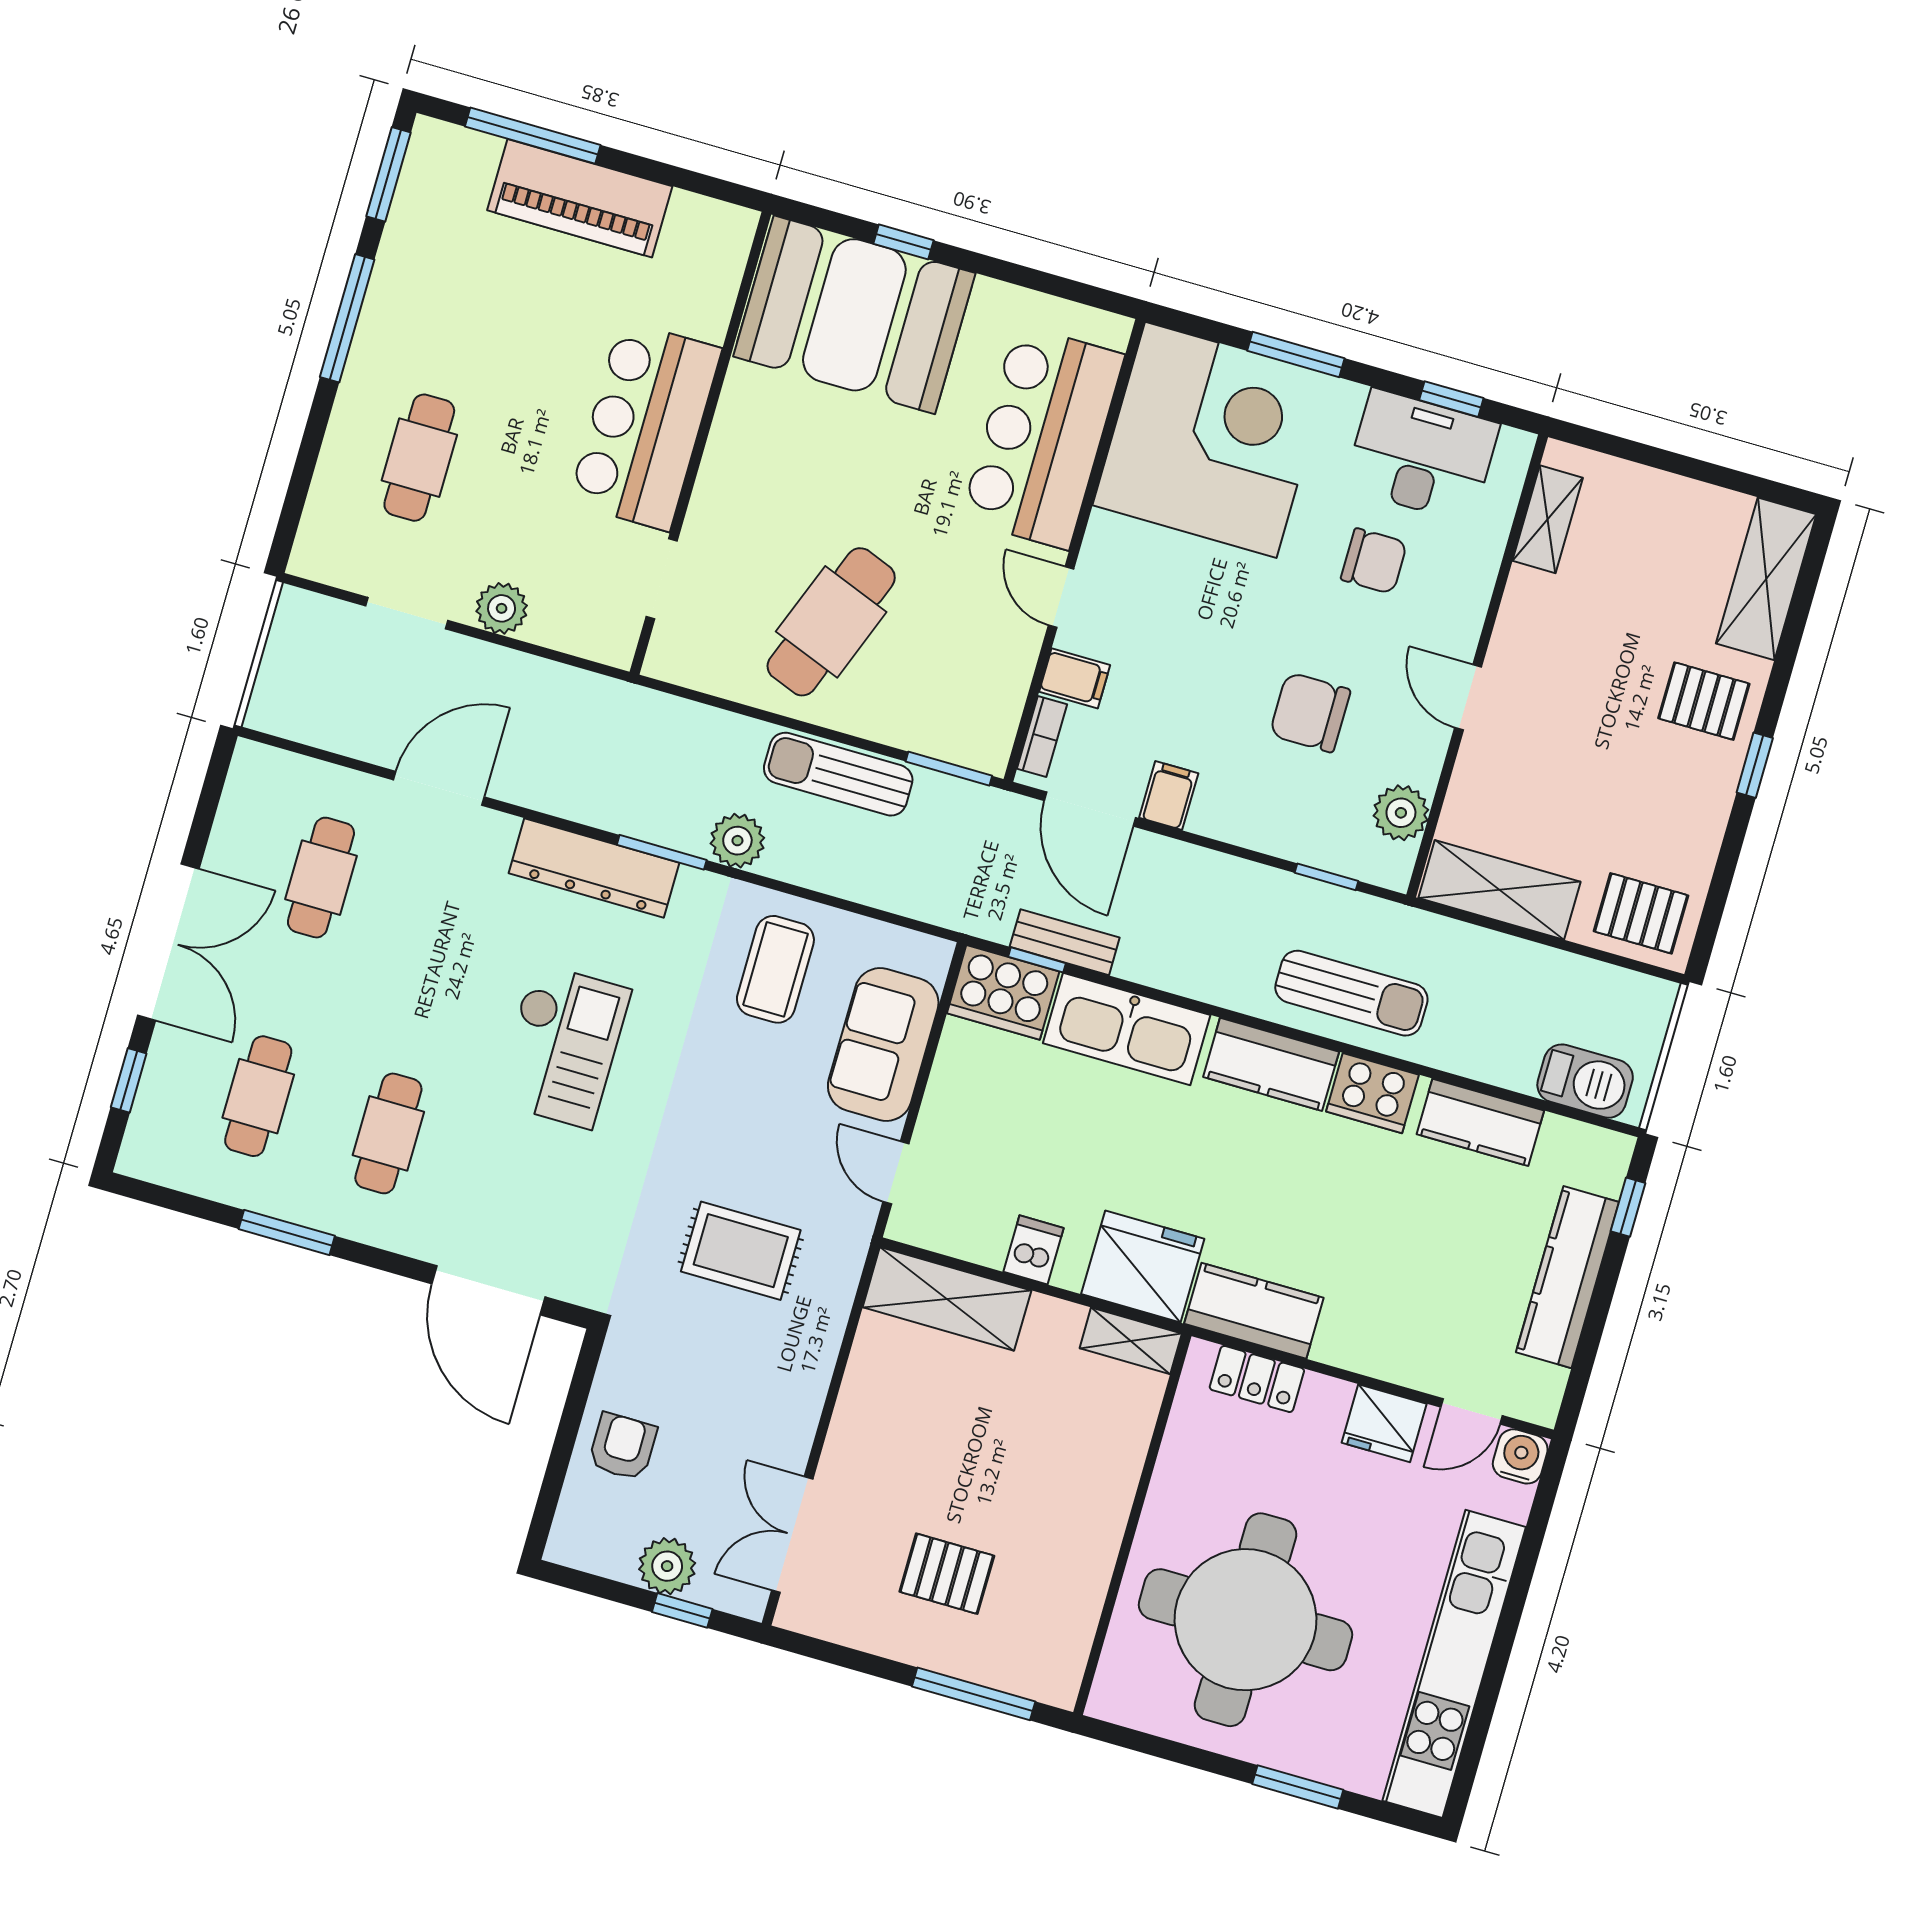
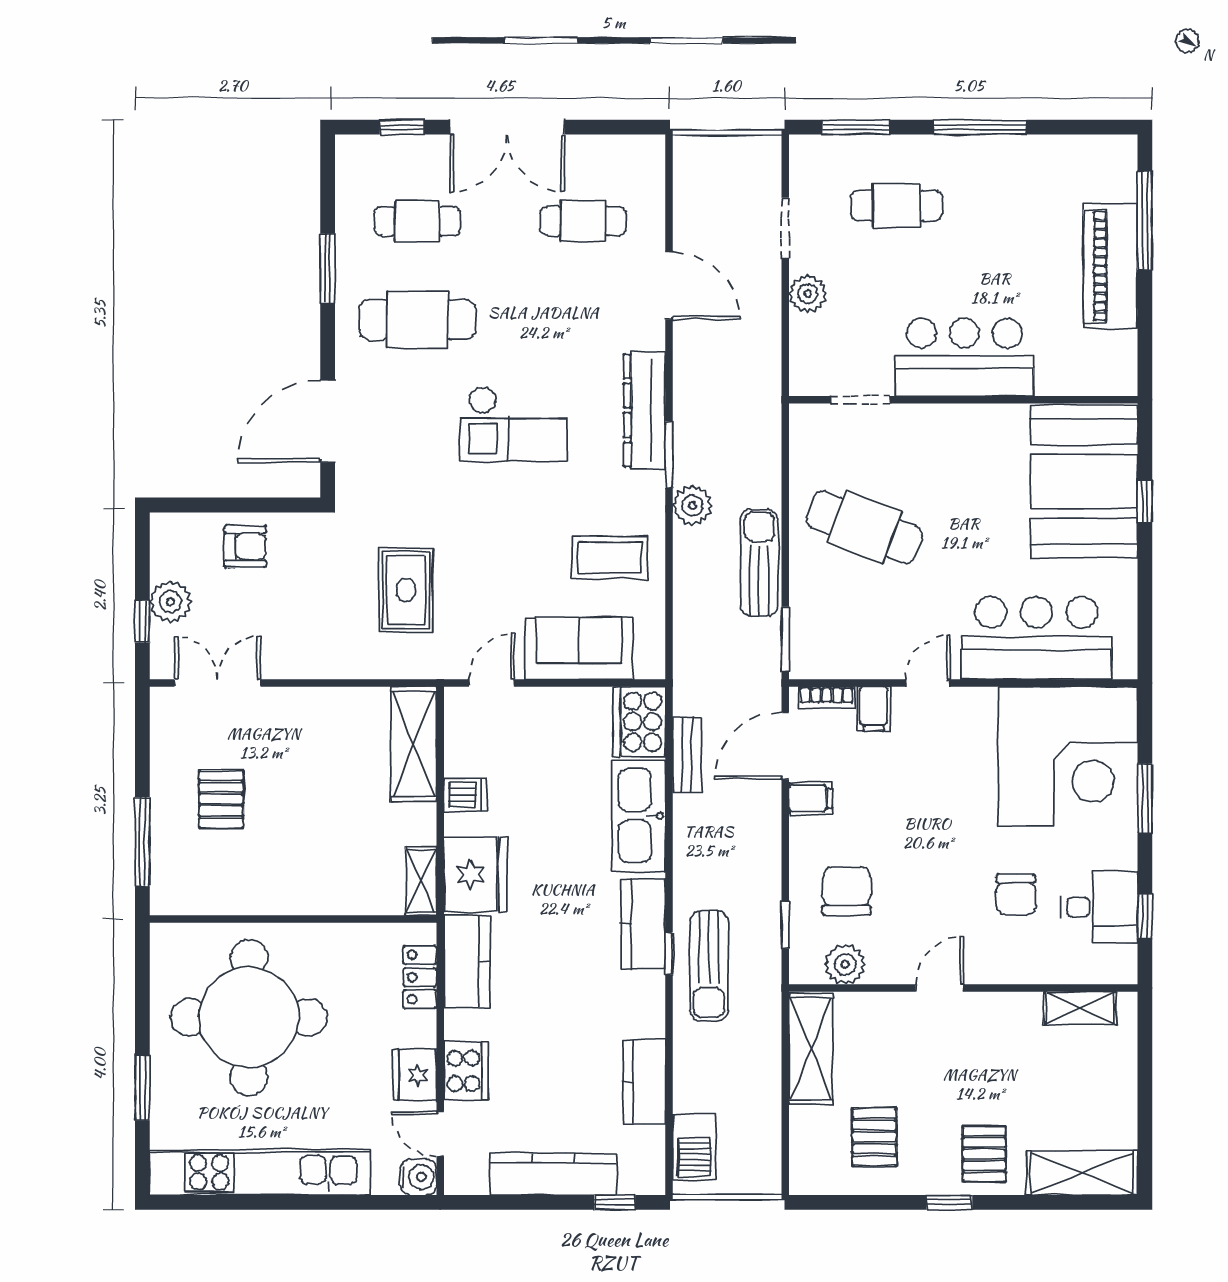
window: (388, 174) -> (856, 127), moved
desk: (1422, 456) -> (1099, 907), width x0.73
chair: (1310, 712) -> (847, 891), moved
pallet: (1641, 913) -> (874, 1137), moved
window: (1037, 960) -> (669, 954), moved
cooker: (1372, 1093) -> (466, 1071), moved, turned 180
cafe table: (388, 1133) -> (417, 320), width x1.37, depth x1.35

